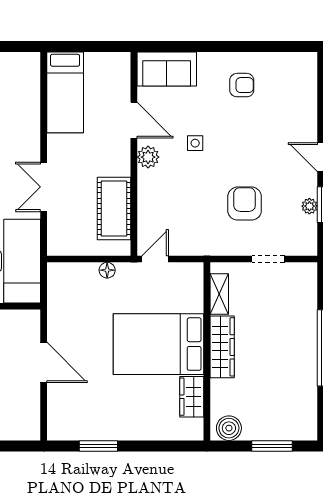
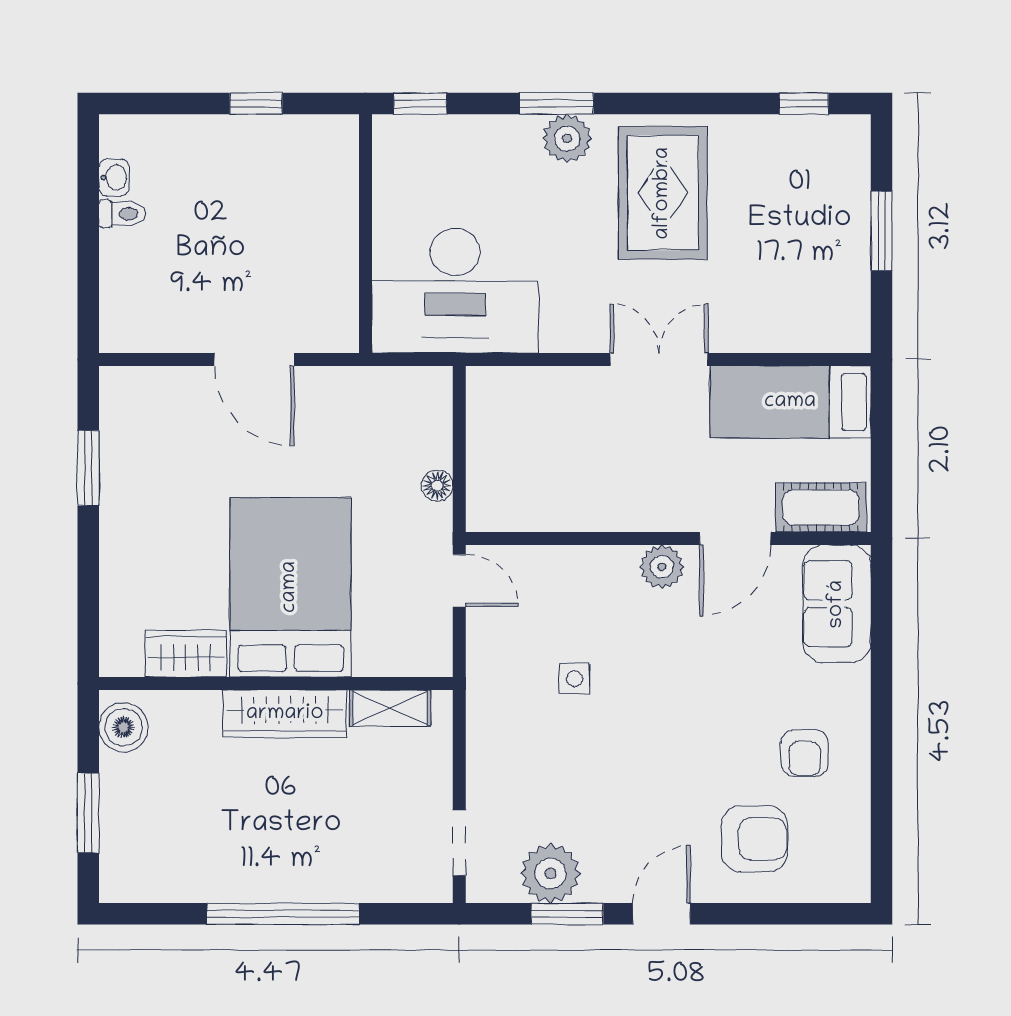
side table: (195, 143) -> (574, 679), moved
double door: (44, 187) -> (659, 359), moved
armchair: (245, 204) -> (754, 839), moved
plant: (309, 206) -> (550, 873), width x1.87, depth x1.87
cot: (114, 209) -> (821, 507), moved, width x0.73, depth x0.75
doorway: (268, 259) -> (459, 843), moved
door: (44, 362) -> (254, 359), hinge flipped

